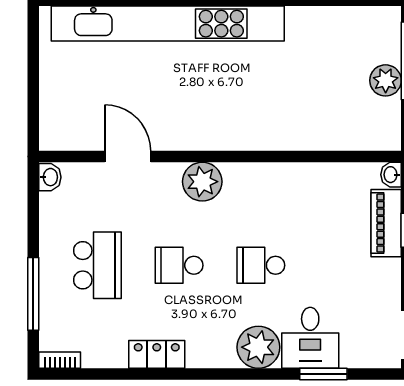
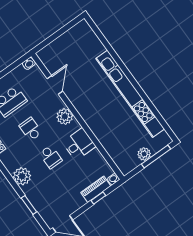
kitchen unit: (168, 24) -> (130, 94), moved
school desk: (261, 265) -> (51, 157), turned 180
desk: (310, 338) -> (79, 144), moved, turned 180

